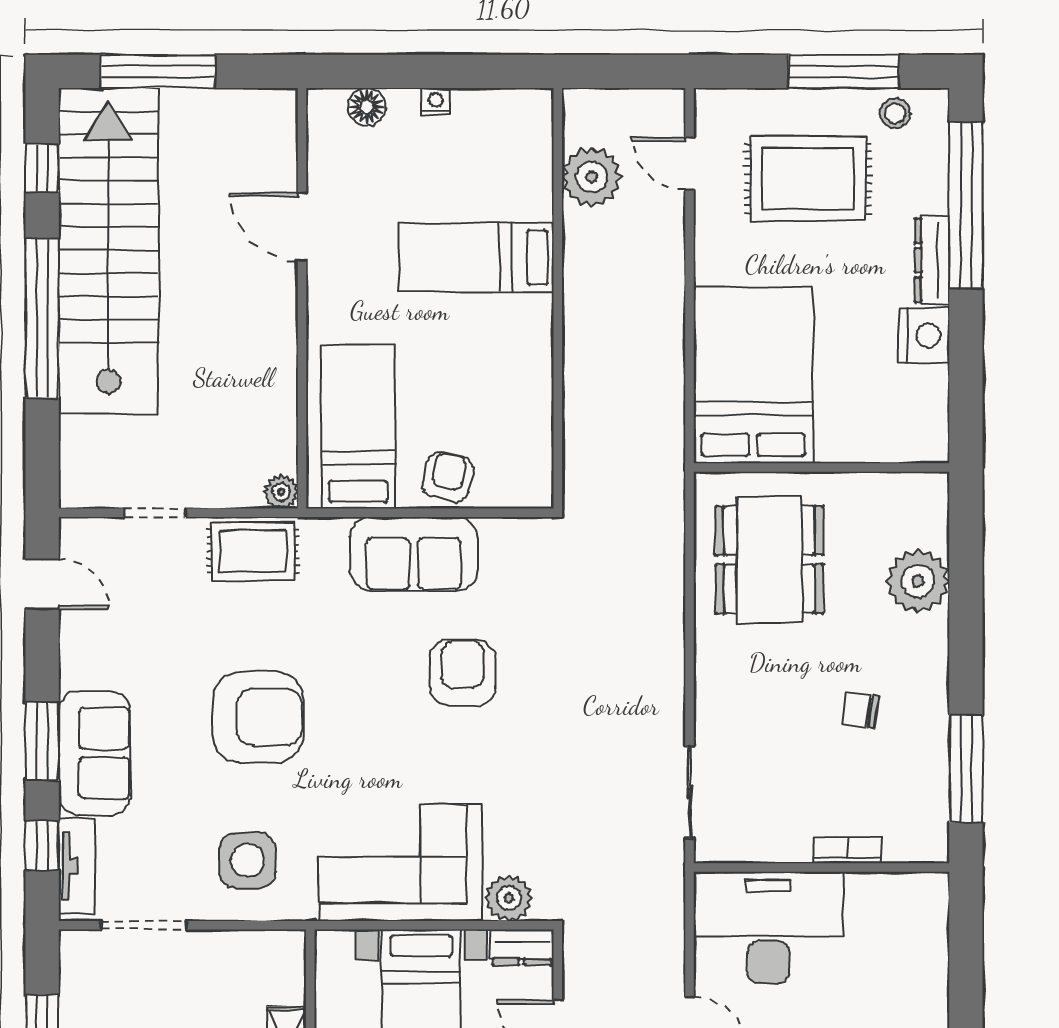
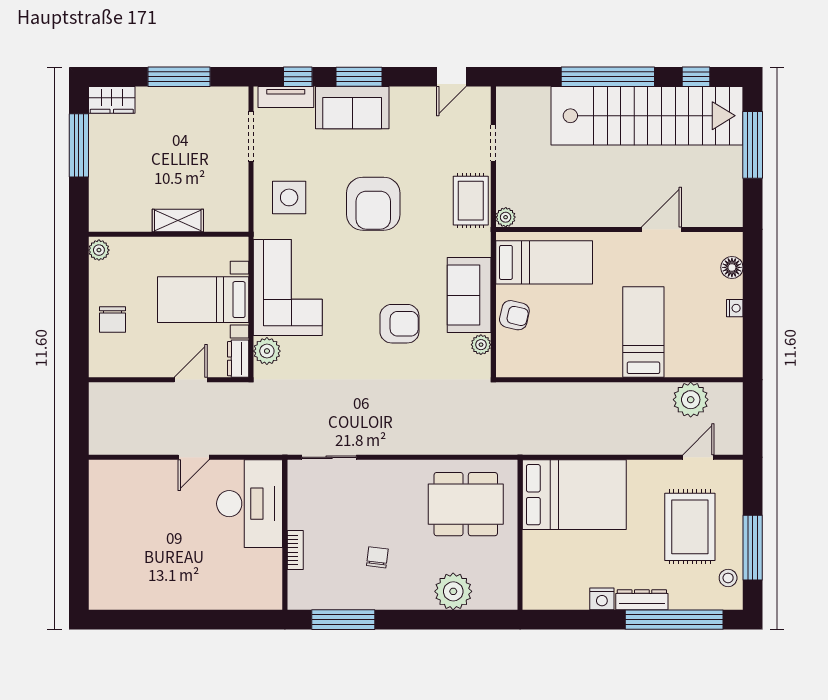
nightstand: (925, 335) -> (602, 599), width x0.74, depth x0.75
plant: (498, 534) -> (481, 345), added

